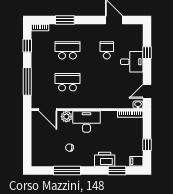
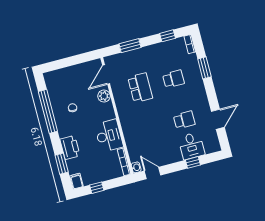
school desk: (67, 50) -> (173, 79), width x0.54
desk: (132, 62) -> (192, 146), moved
window: (27, 81) -> (130, 46), width x0.69
desk: (86, 122) -> (109, 136), moved
window: (67, 171) -> (48, 111), width x1.46

